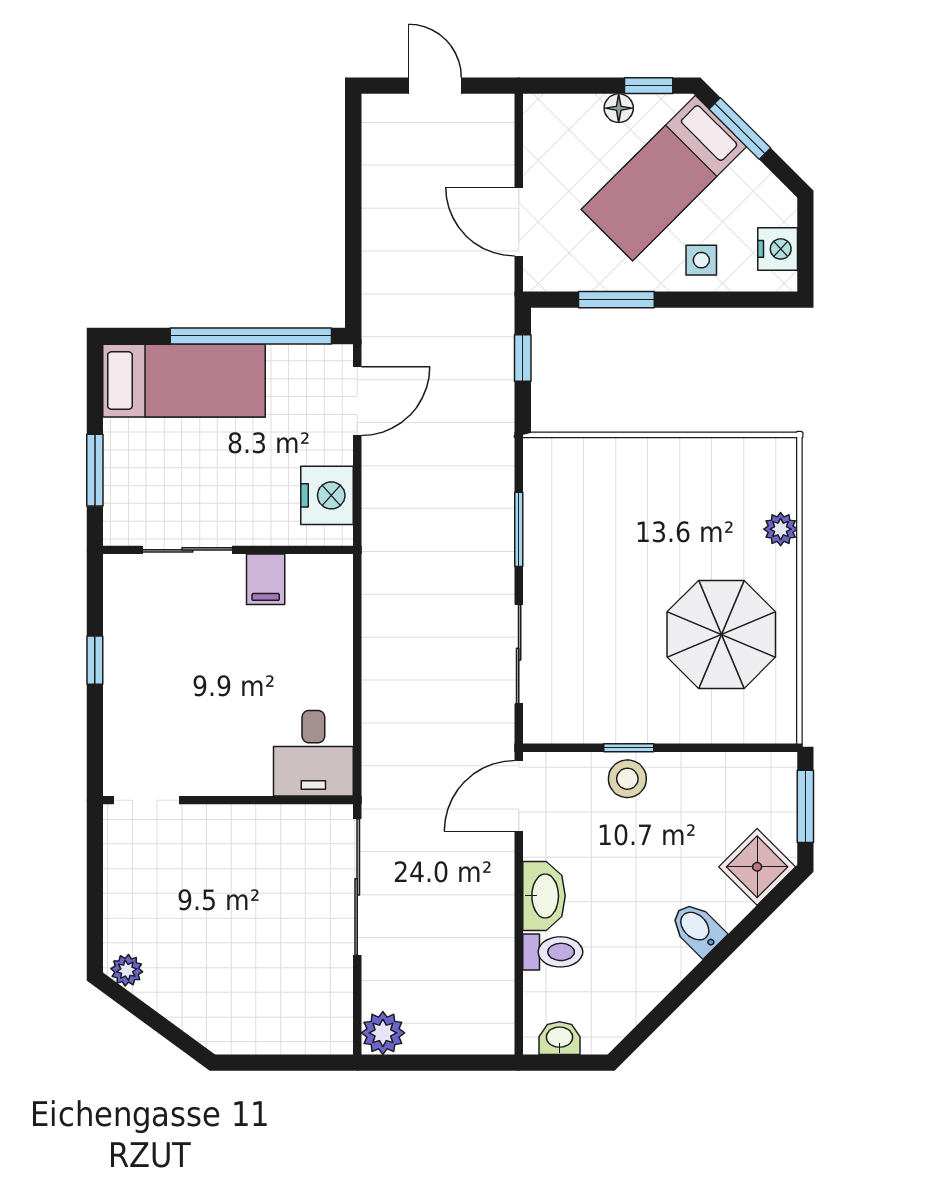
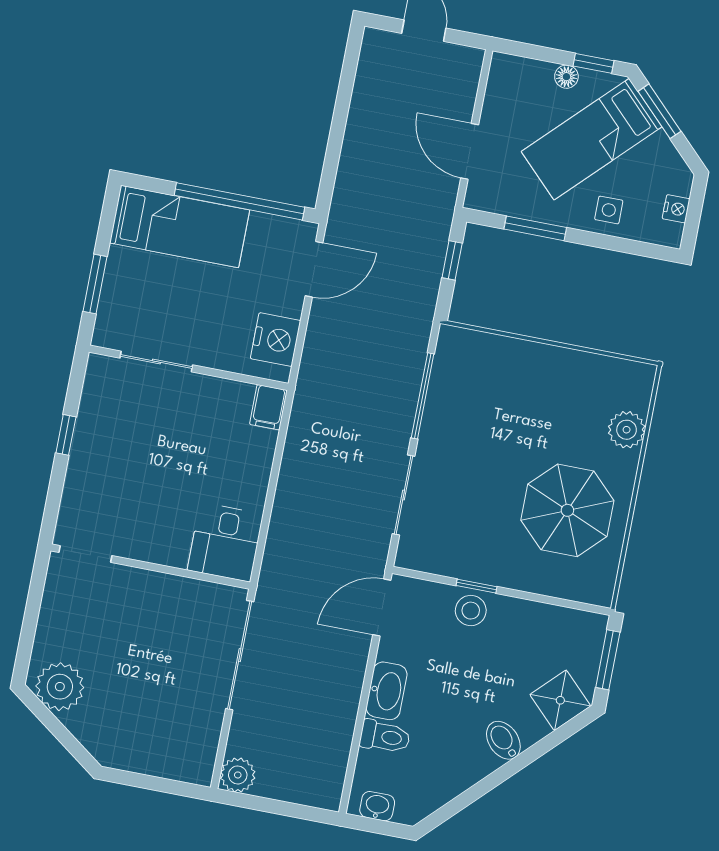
nightstand: (778, 249) -> (676, 209), width x0.72, depth x0.74
window: (519, 529) -> (423, 396), width x1.44
plant: (781, 529) -> (627, 430), width x1.38, depth x1.38
filing cabinet: (266, 579) -> (268, 407), moved
plant: (127, 970) -> (60, 687), width x1.88, depth x1.88

